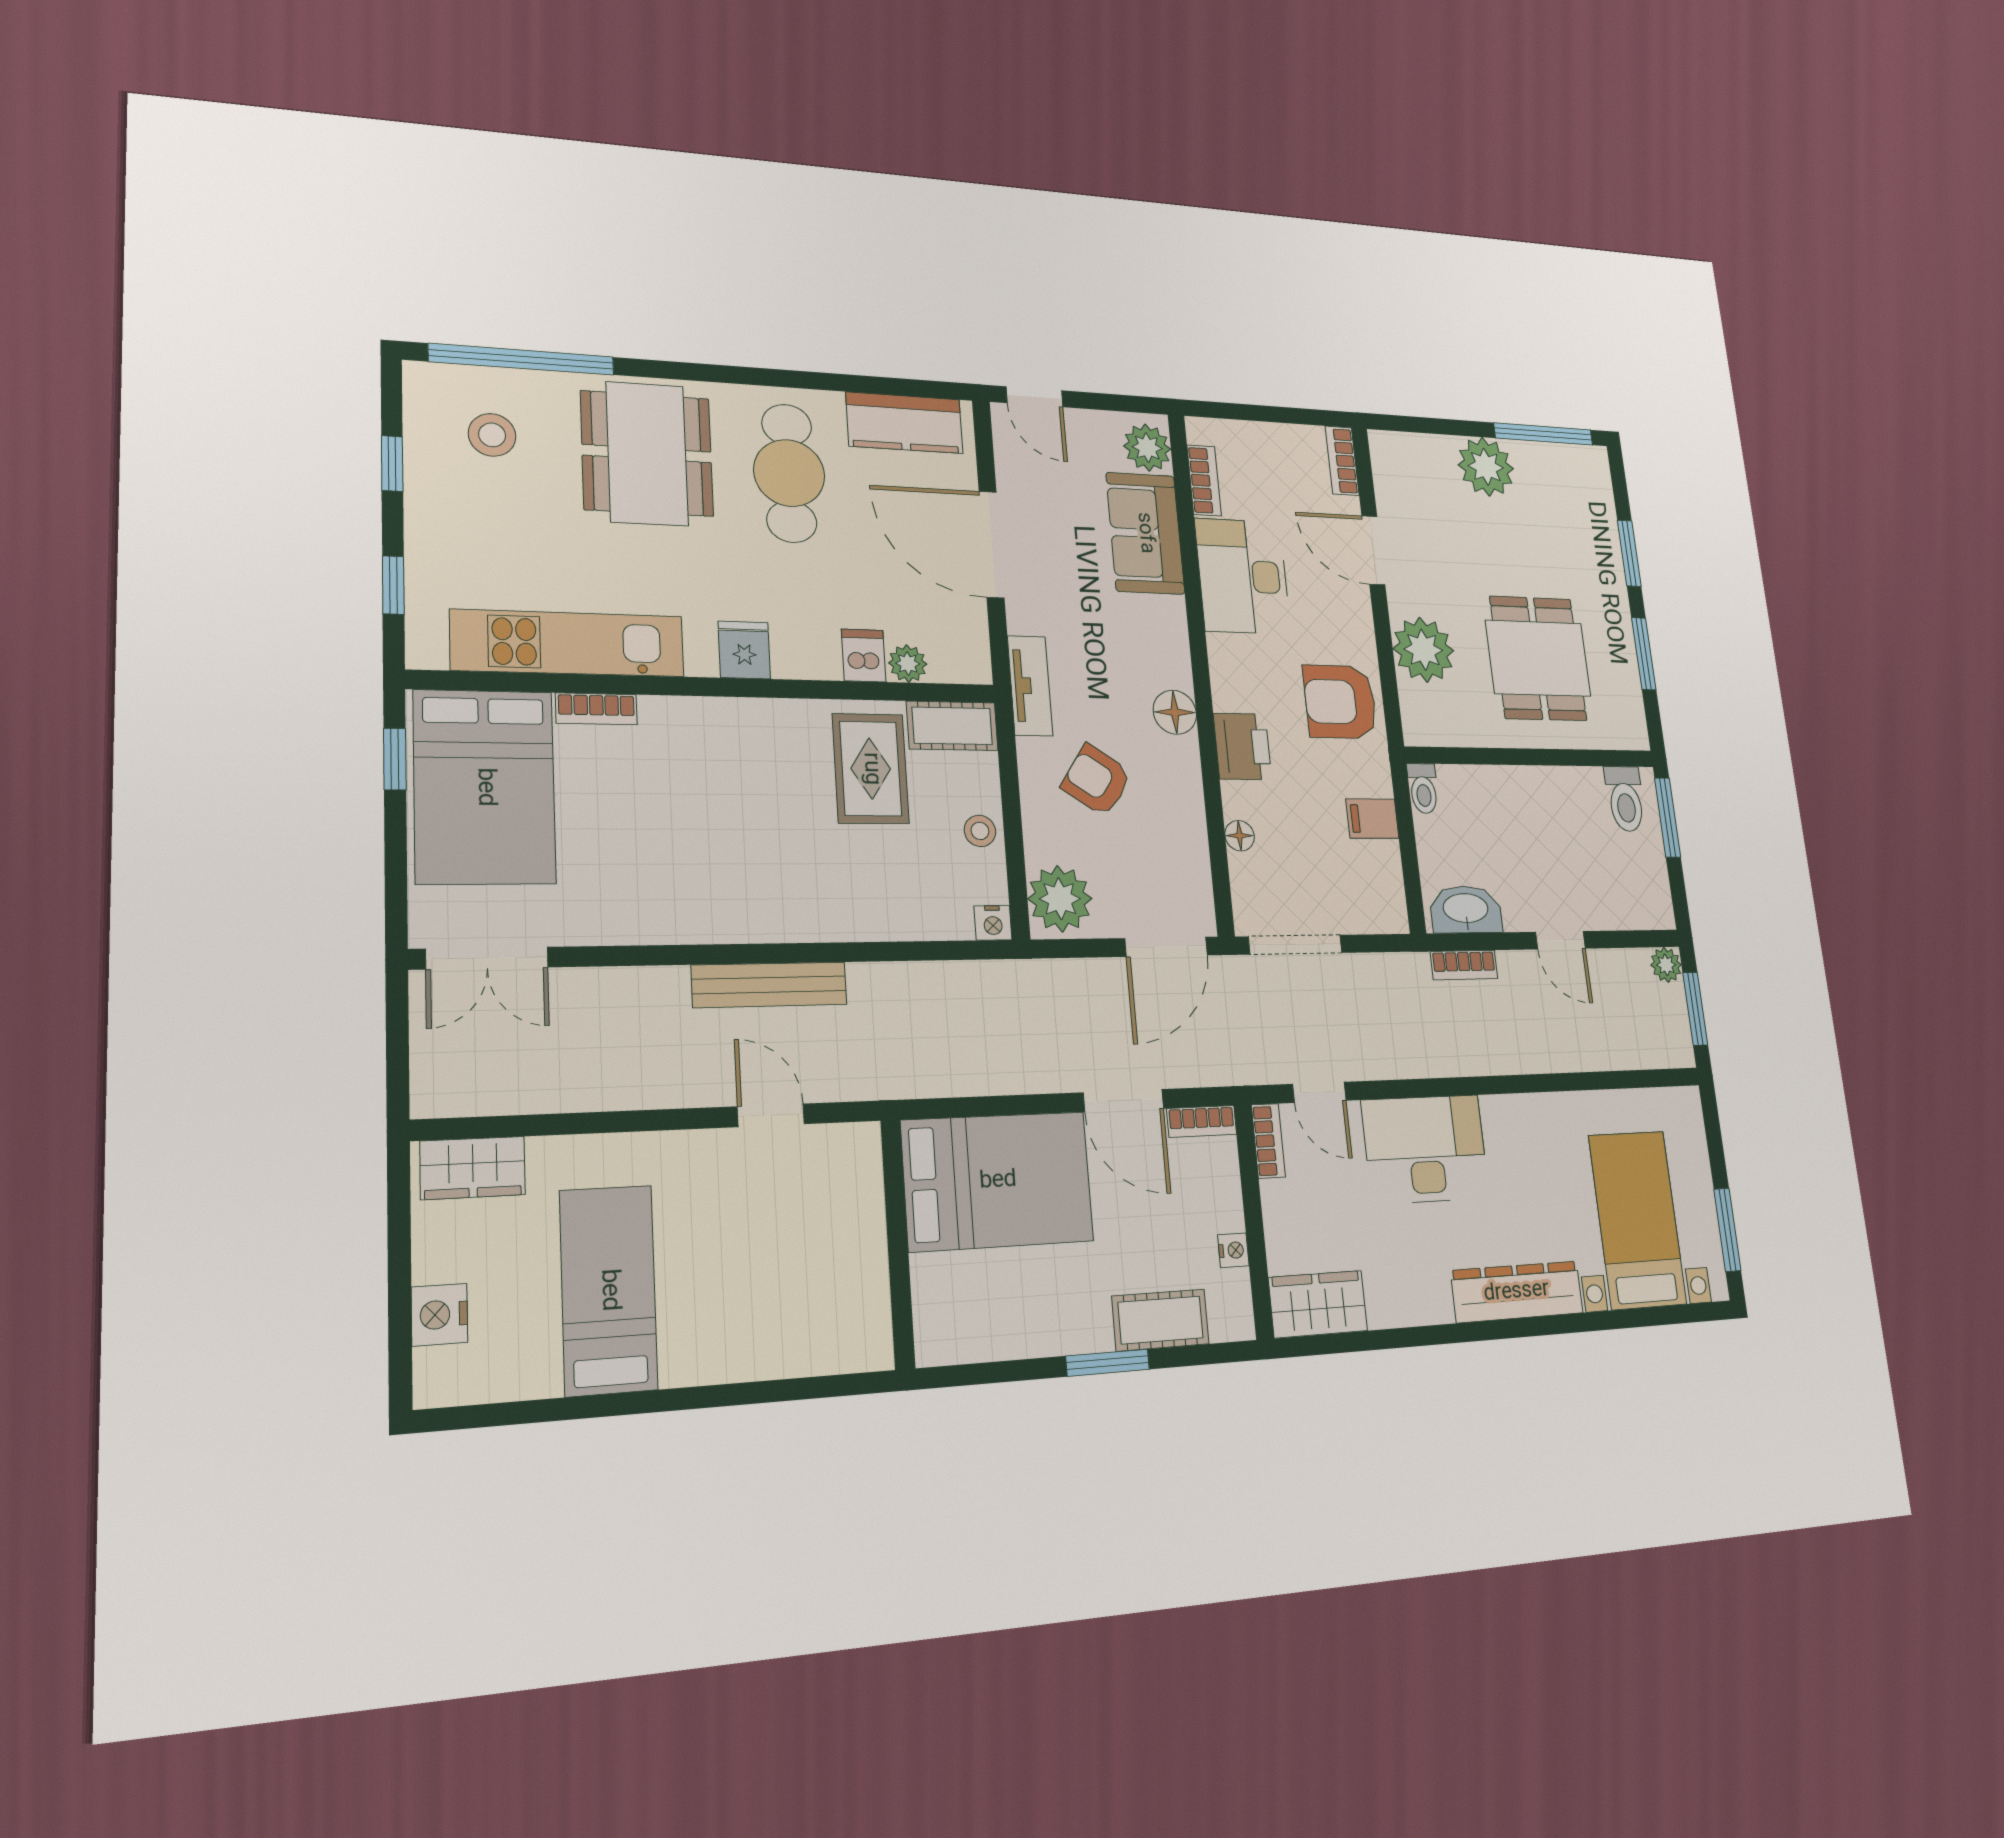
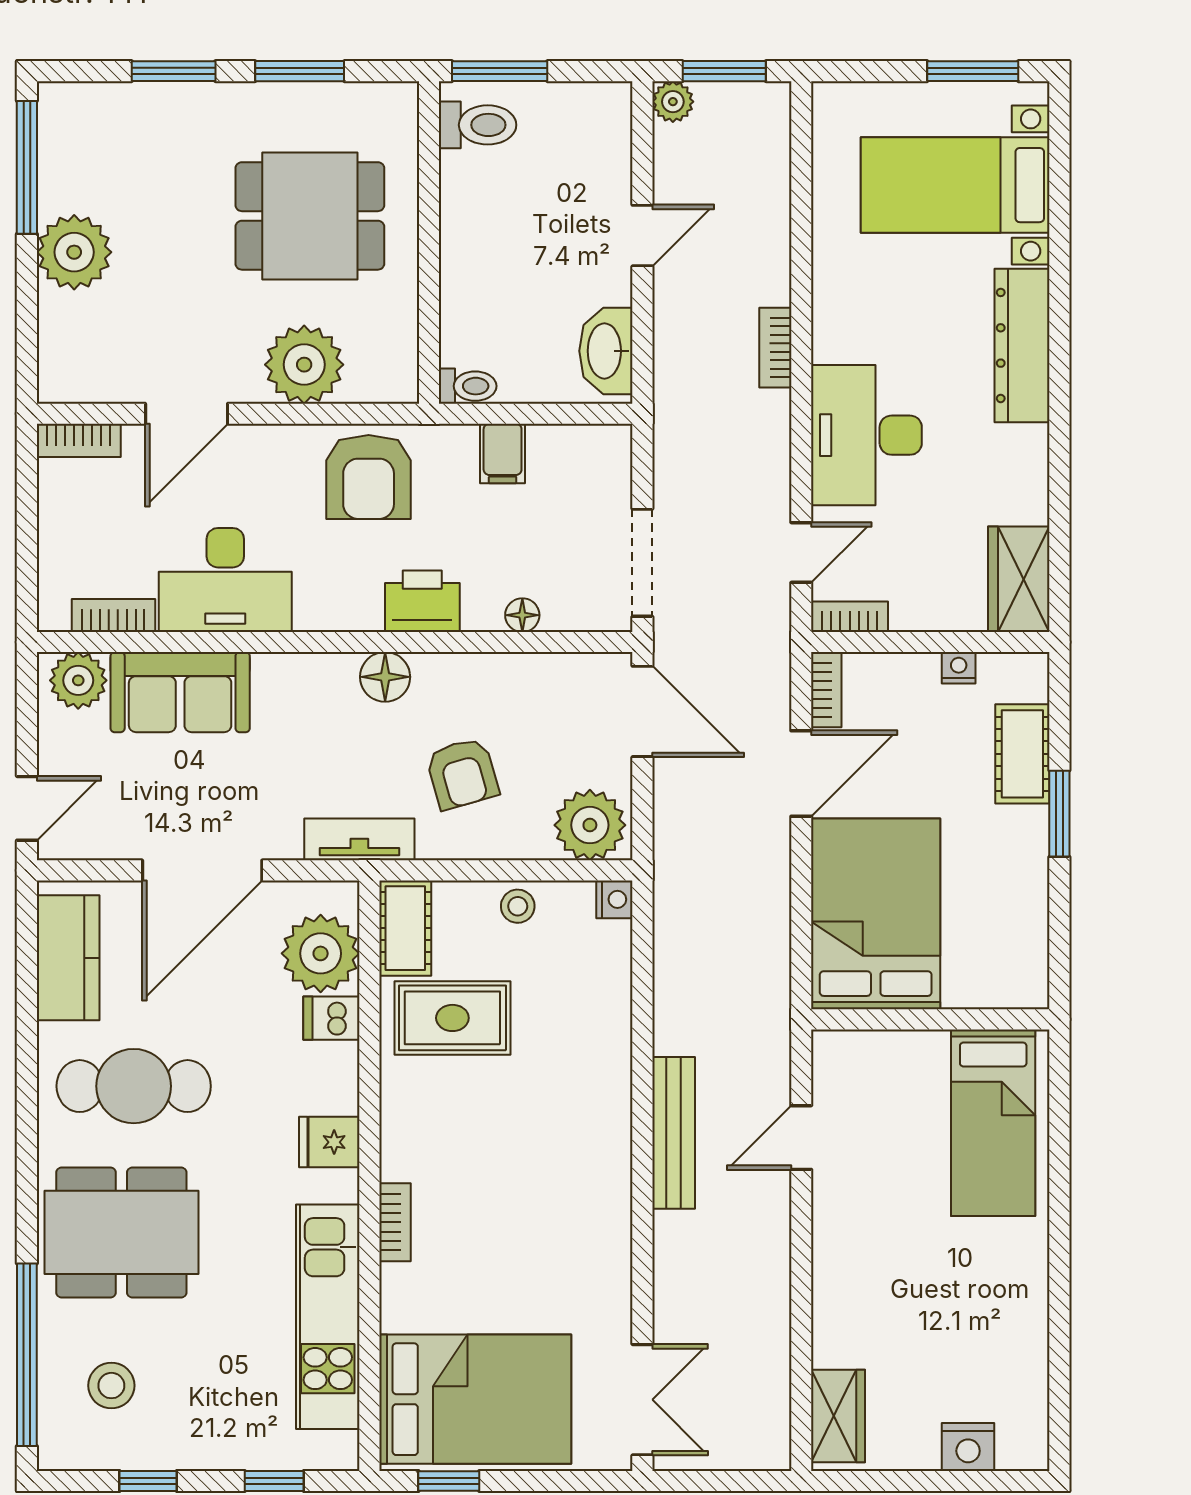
plant: (908, 664) -> (321, 953), width x1.88, depth x1.88
bookcase: (596, 709) -> (395, 1222), moved
armchair: (1097, 780) -> (462, 773), turned -50
bookcase: (1464, 965) -> (775, 348), moved, turned 180
bed: (609, 1290) -> (993, 1123), moved, turned -90

